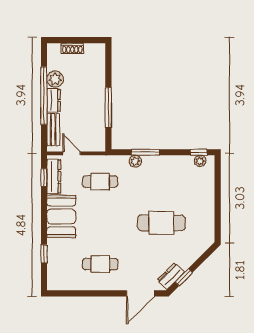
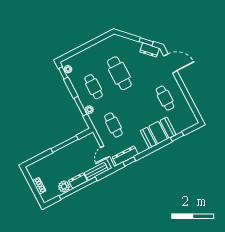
cafe table: (161, 182) -> (94, 87), added
booth: (61, 216) -> (158, 133), moved

